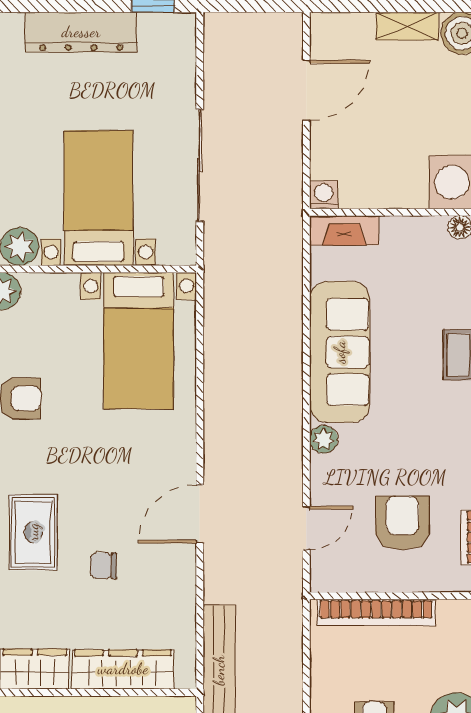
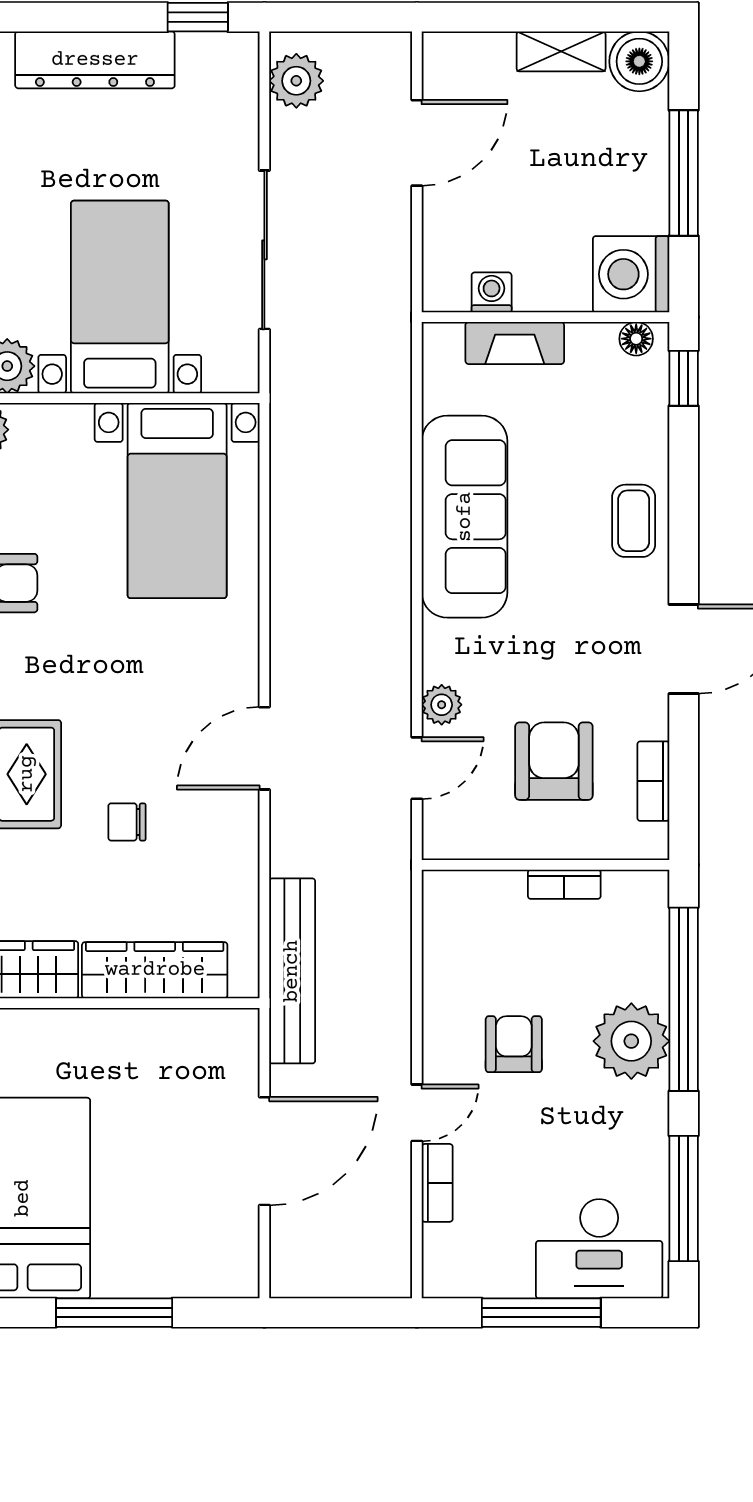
plant: (222, 47) -> (296, 81), added
washing machine: (324, 195) -> (492, 292), moved
fireplace: (344, 230) -> (515, 343), moved
plant: (324, 439) -> (442, 705), moved
bookcase: (376, 612) -> (564, 884), width x0.43, depth x0.76

